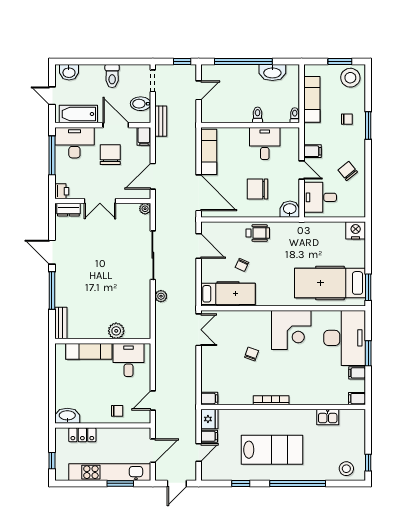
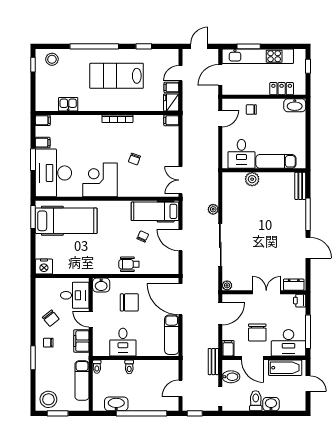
washbasin: (69, 72) -> (271, 404), moved
chair: (347, 119) -> (48, 343), moved
filing cabinet: (312, 151) -> (81, 341), width x2.00
door: (199, 246) -> (180, 240), moved

